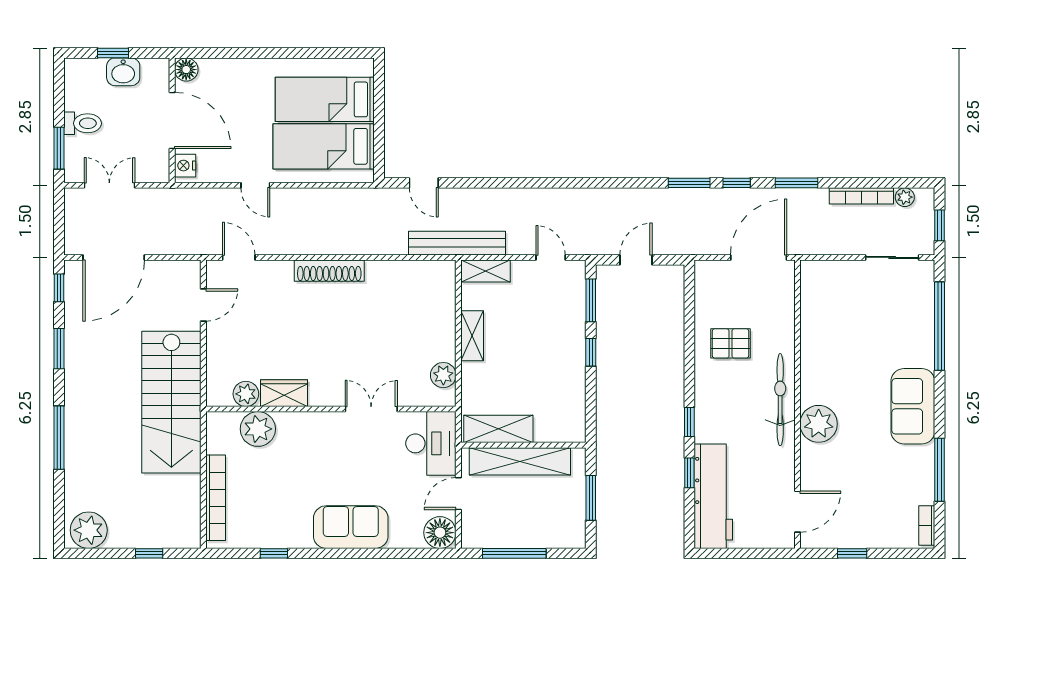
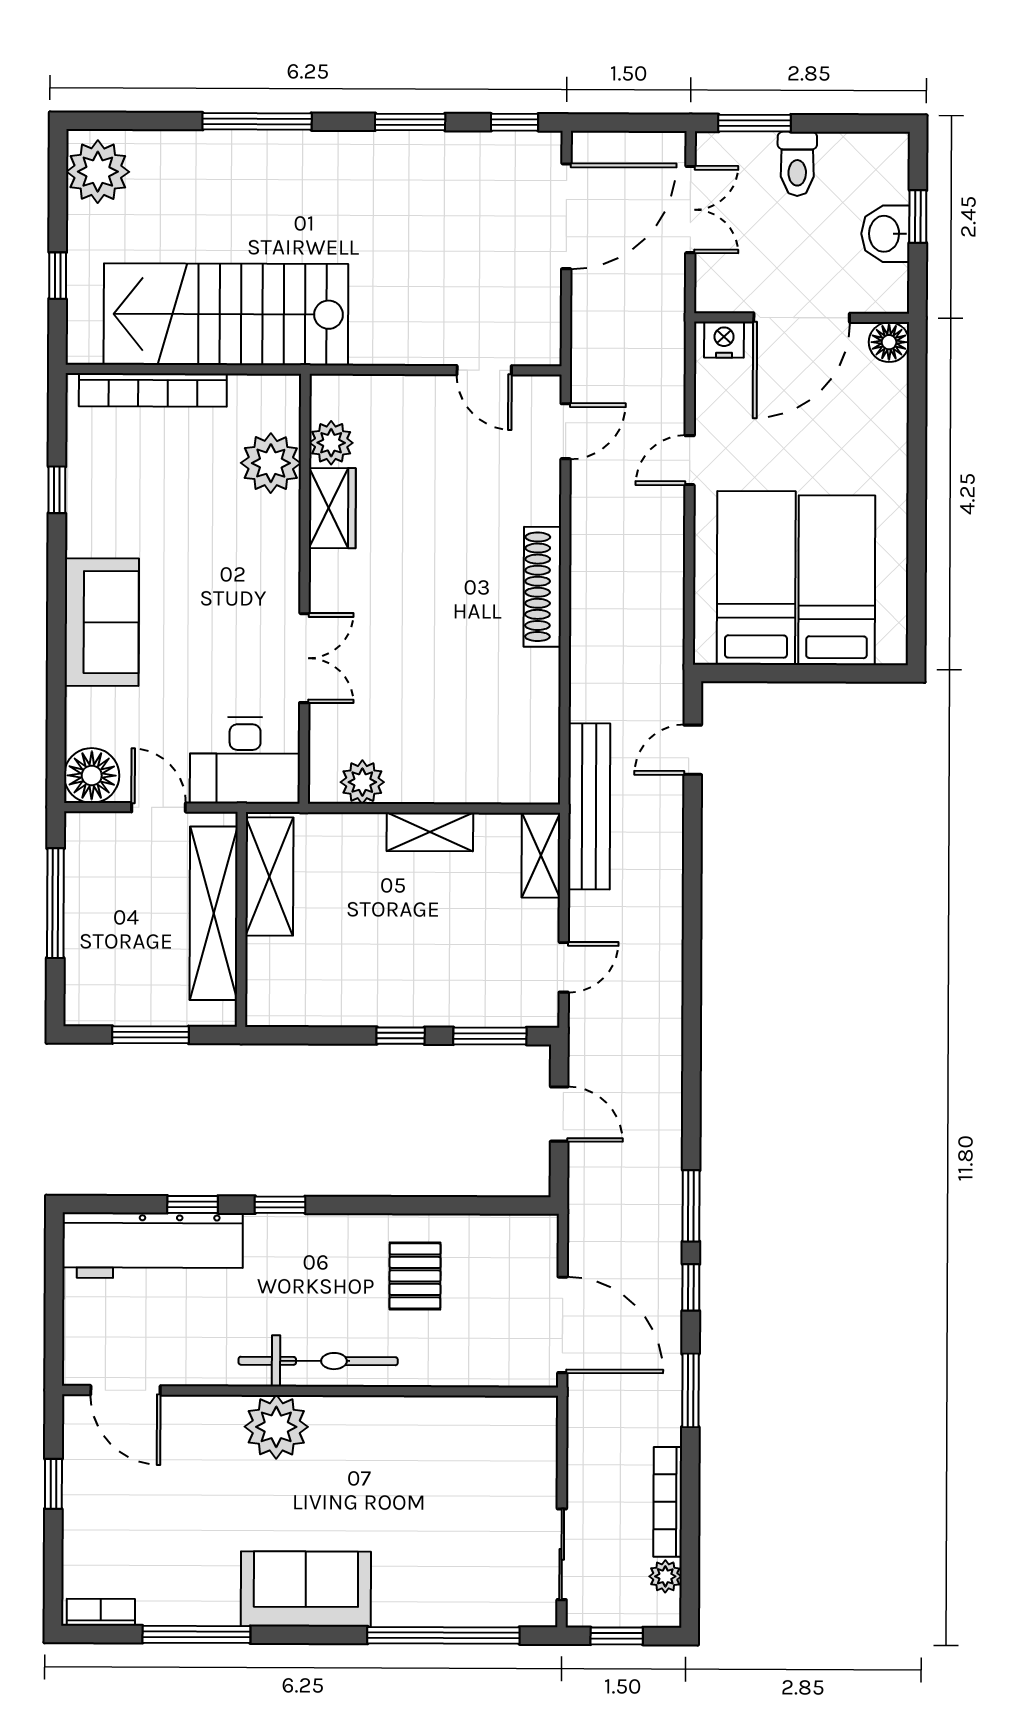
door: (114, 257) -> (566, 216), swing flipped
stairs: (171, 402) -> (226, 314), moved

